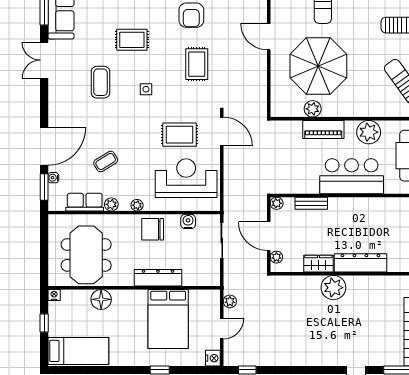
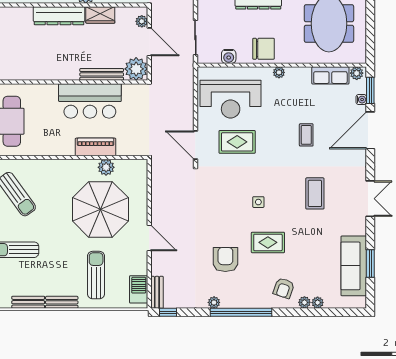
rug: (132, 40) -> (268, 242), moved
double door: (44, 60) -> (370, 199), moved
rug: (197, 64) -> (220, 211), removed
side table: (146, 89) -> (258, 202), moved
plant: (369, 132) -> (51, 144), removed
coffee table: (106, 161) -> (306, 135), moved, turned -58
bar counter: (352, 176) -> (90, 101), moved
plant: (277, 203) -> (136, 69), width x1.87, depth x1.87
bench: (311, 203) -> (102, 74), width x1.36
plant: (111, 204) -> (357, 73), moved

